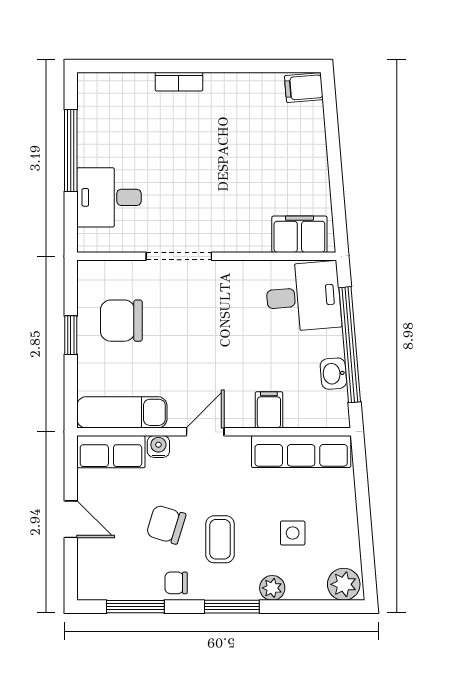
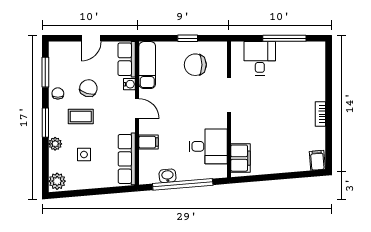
bookcase: (179, 82) -> (320, 114), moved
desk: (303, 297) -> (208, 146), moved, turned -85
chair: (121, 321) -> (195, 65), turned -90

